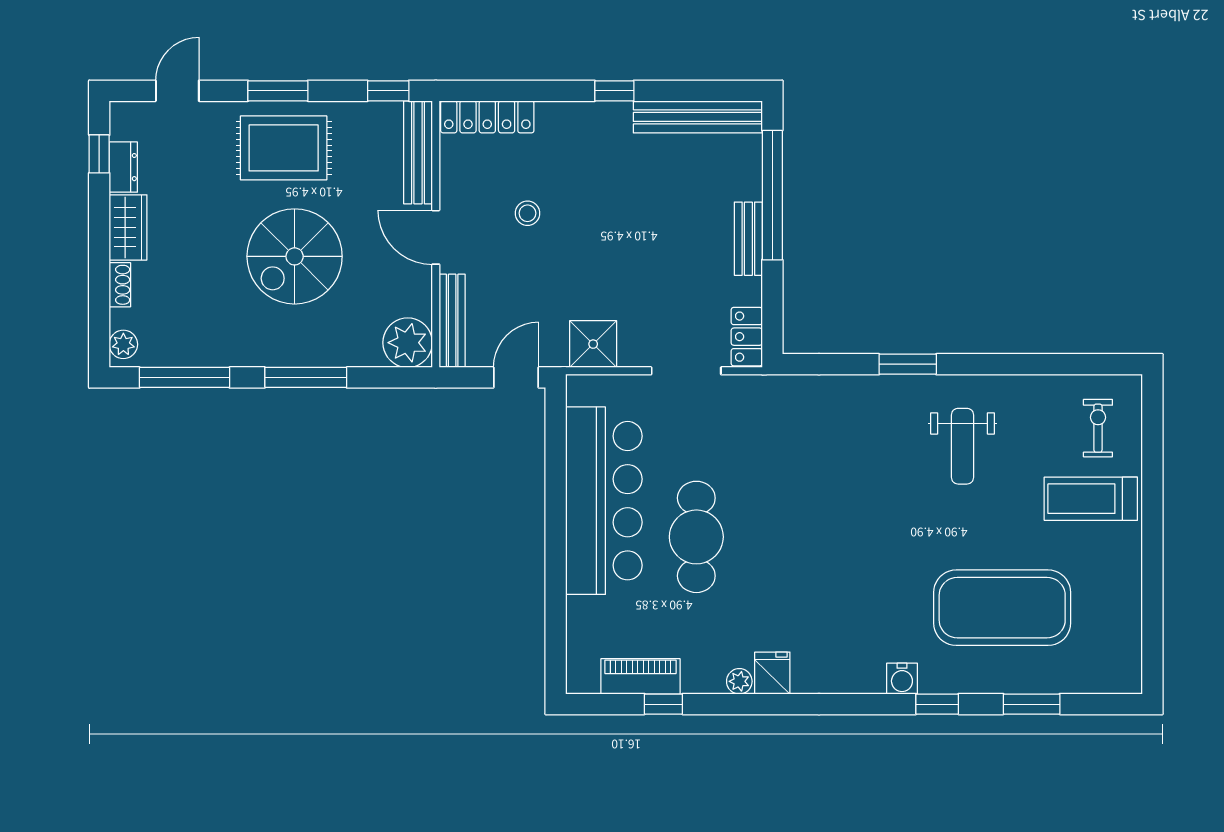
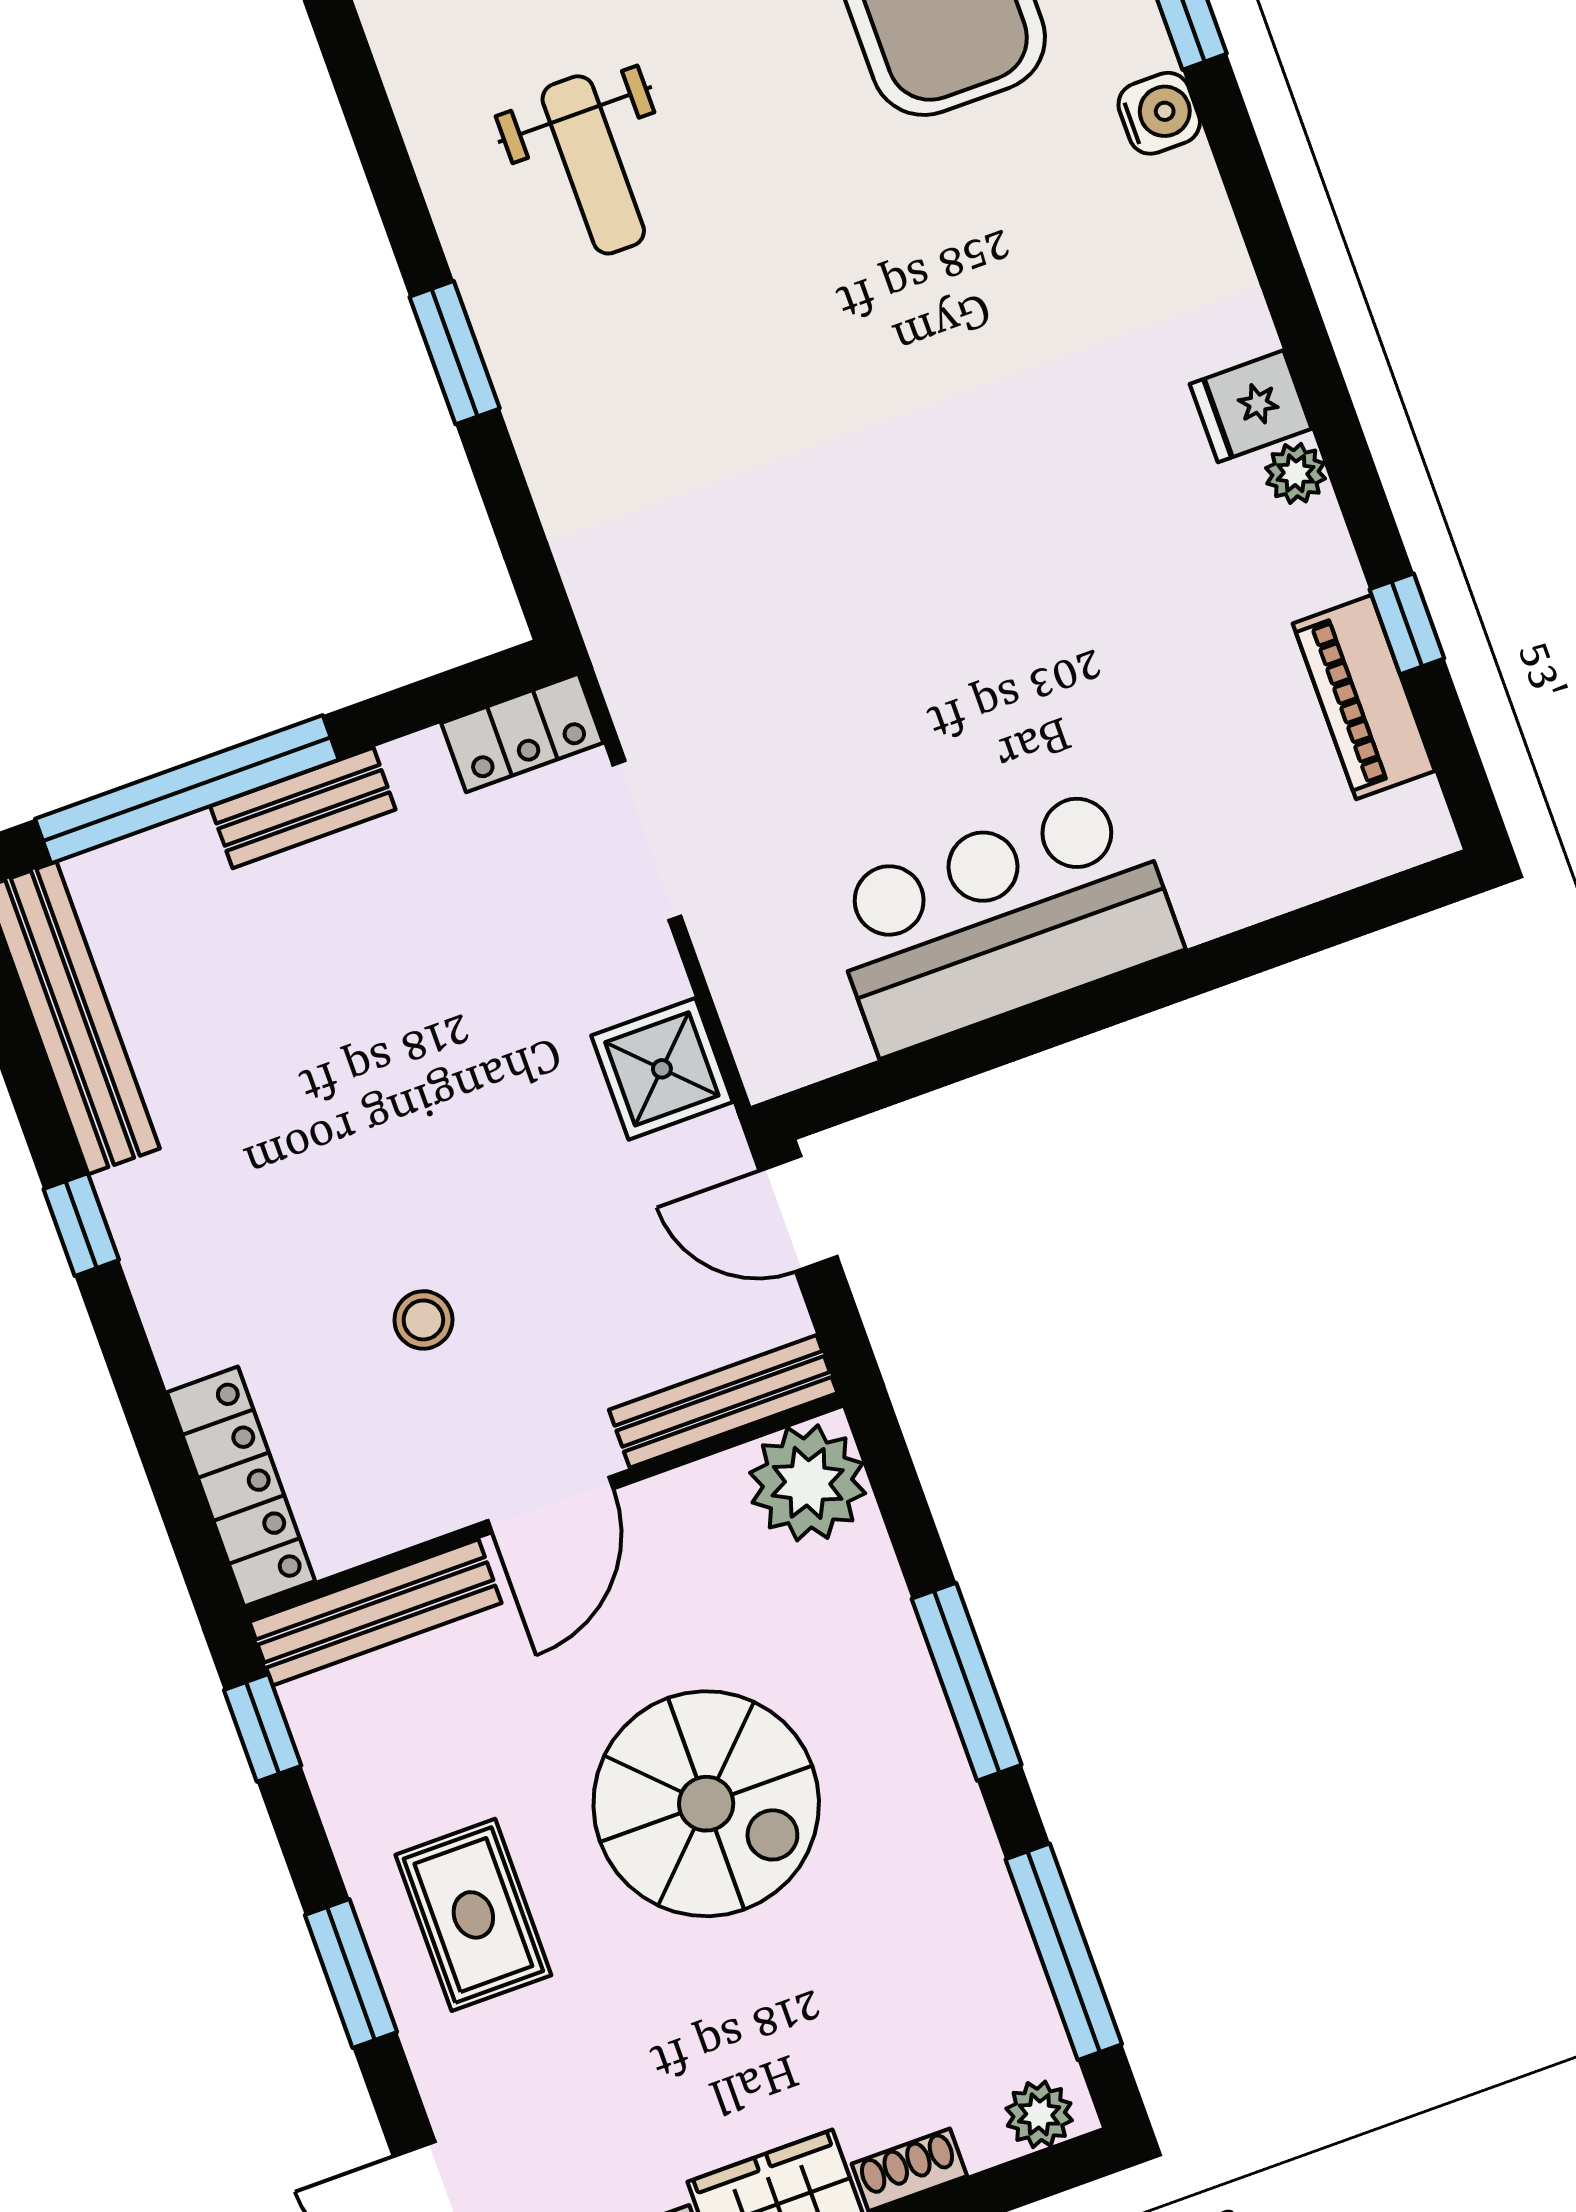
rug: (284, 148) -> (473, 1915), width x0.73, depth x0.70
weight bench: (963, 446) -> (593, 165), turned 90
bar counter: (604, 501) -> (1002, 919), width x0.73
cafe table: (696, 537) -> (1008, 685), removed

